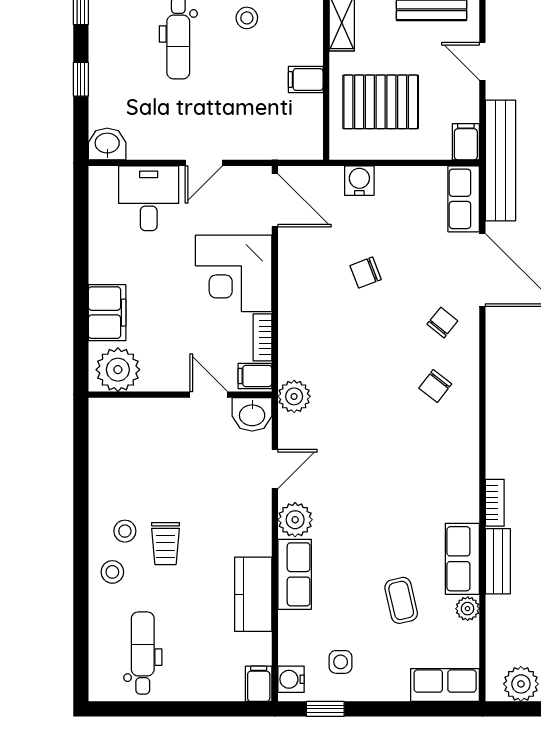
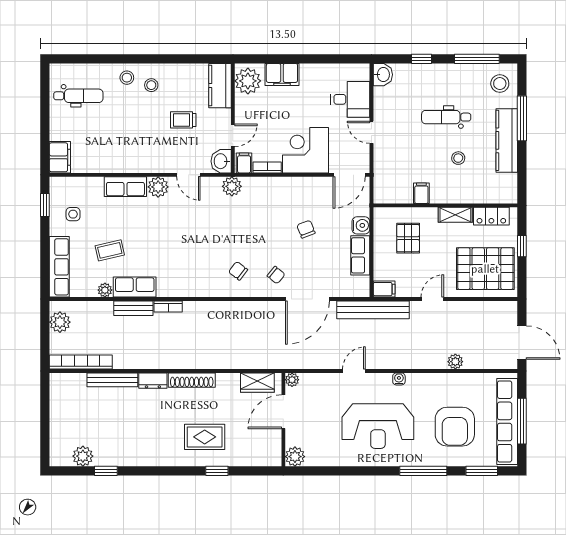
pallet: (381, 102) -> (408, 238), width x0.67, depth x0.71
row of seats: (464, 199) -> (360, 255), moved, turned -90
trolley: (166, 544) -> (183, 120), moved
kitchen counter: (253, 594) -> (220, 86), moved, turned -90
water cooler: (291, 679) -> (63, 185), removed
filing cabinet: (259, 684) -> (60, 157), width x2.00
row of seats: (445, 685) -> (59, 267), width x1.48

